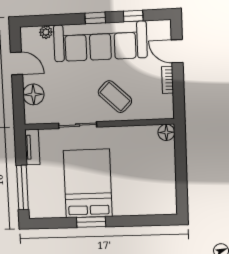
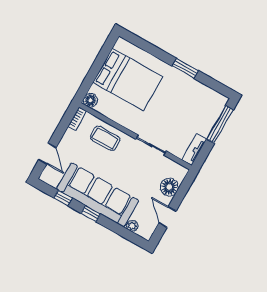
bookcase: (167, 80) -> (77, 119), moved
coffee table: (115, 97) -> (105, 138), moved, turned -44
bed: (88, 183) -> (128, 79), moved, turned -90

